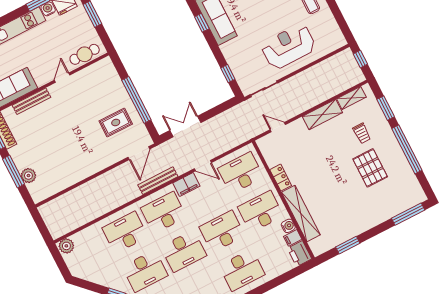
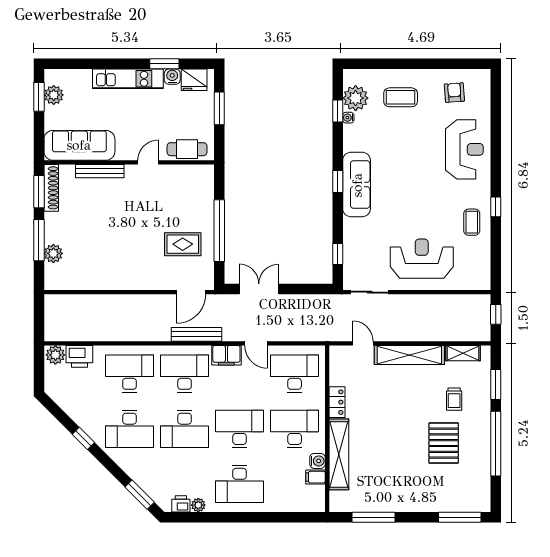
shelving: (322, 114) -> (409, 355), width x1.47
window: (348, 245) -> (373, 517), width x1.44
printer: (300, 254) -> (79, 356), moved, turned -90

